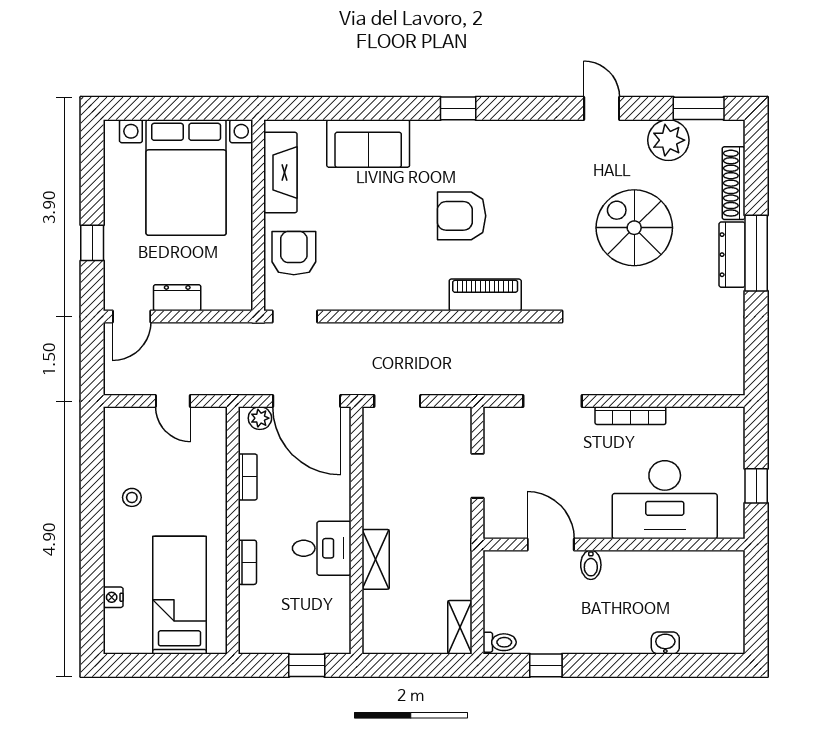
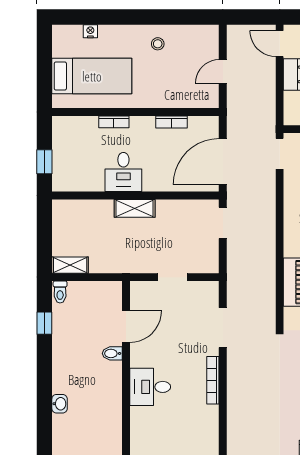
plant: (260, 418) -> (211, 130), removed
desk: (665, 500) -> (150, 387), width x0.53, depth x0.77
shelving: (376, 559) -> (135, 208), moved

